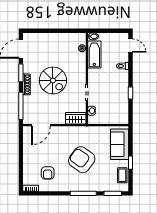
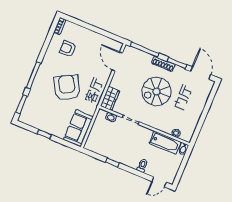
sofa: (120, 144) -> (78, 128), moved, turned -90
armchair: (82, 160) -> (67, 88), turned -65
coffee table: (122, 175) -> (35, 121), removed

